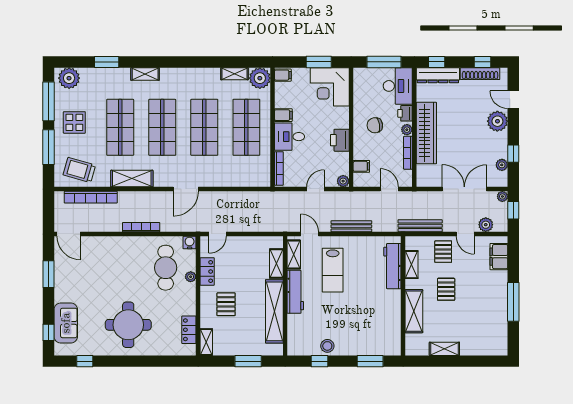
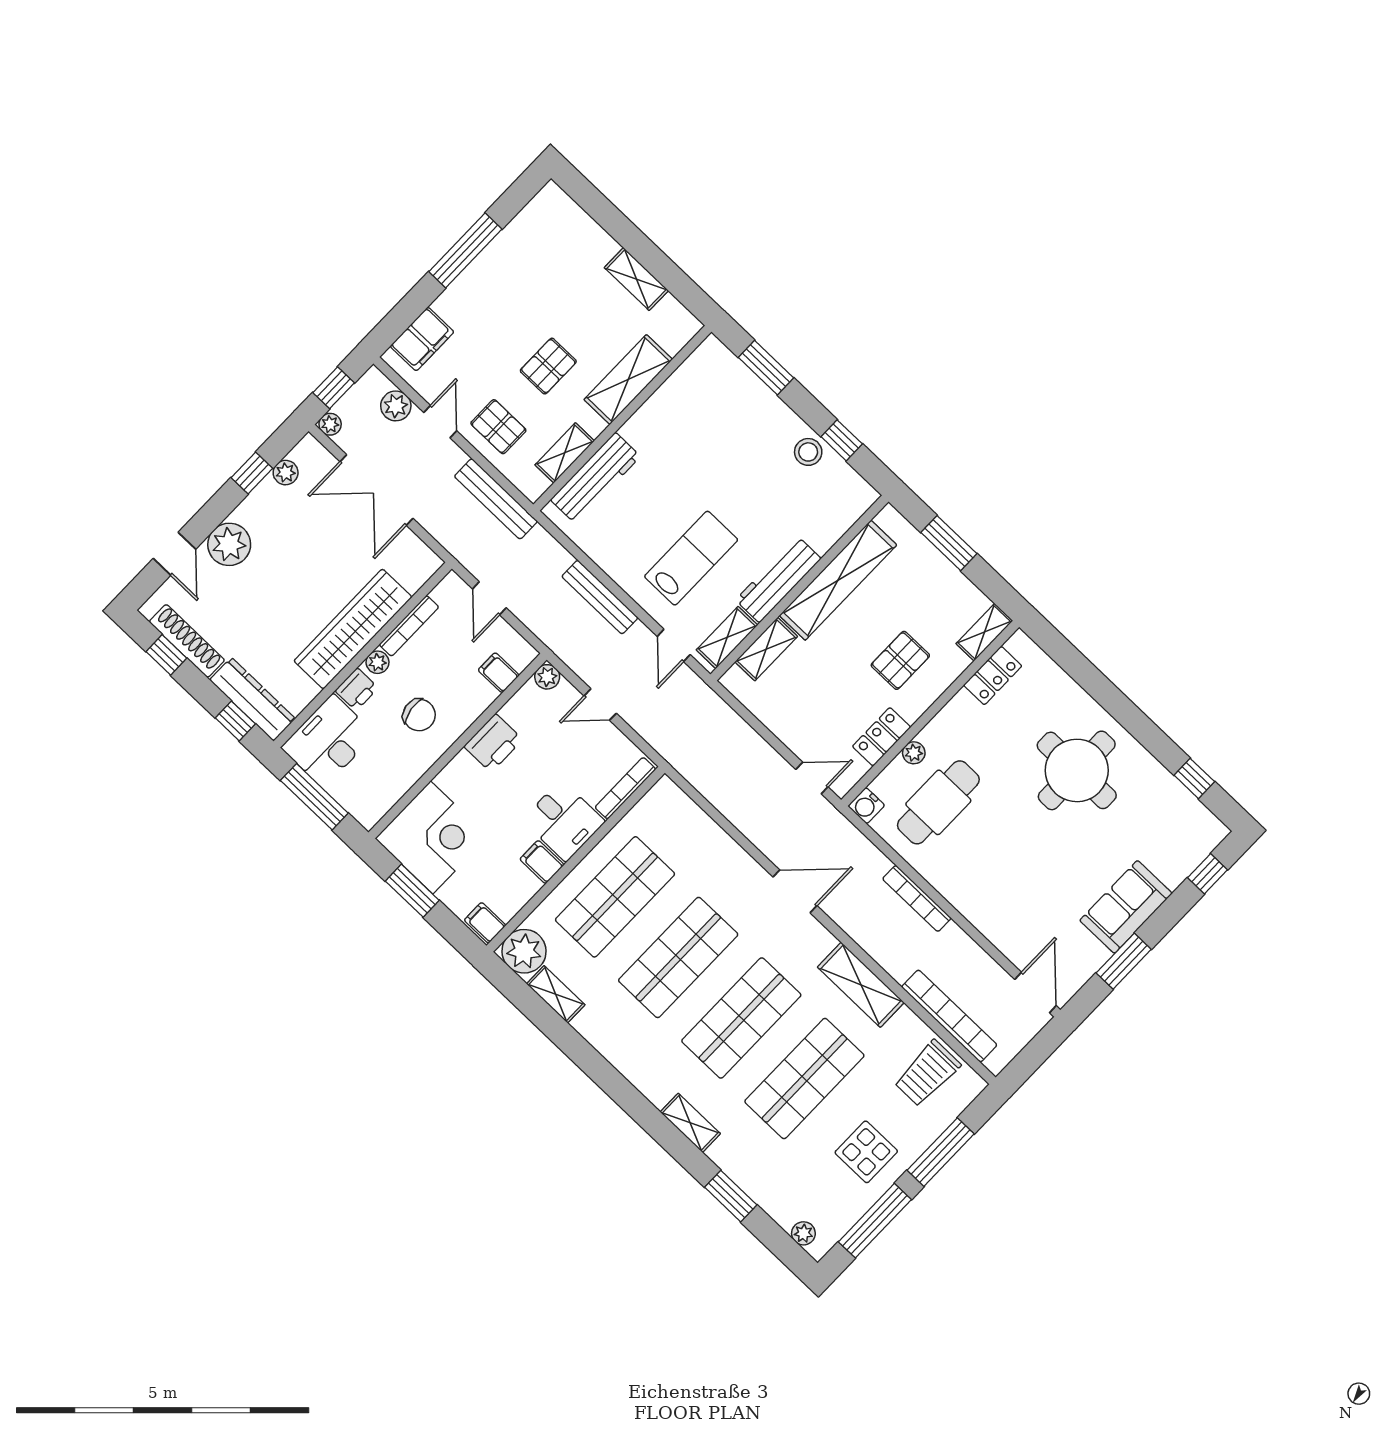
plant: (69, 78) -> (803, 1233), width x0.53, depth x0.53
trolley: (79, 170) -> (927, 1073), turned 74
pallet: (443, 252) -> (498, 427), turned 90
sofa: (66, 323) -> (1126, 907), moved

